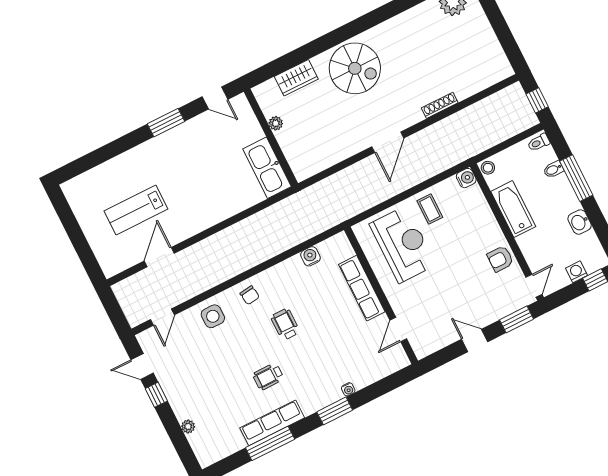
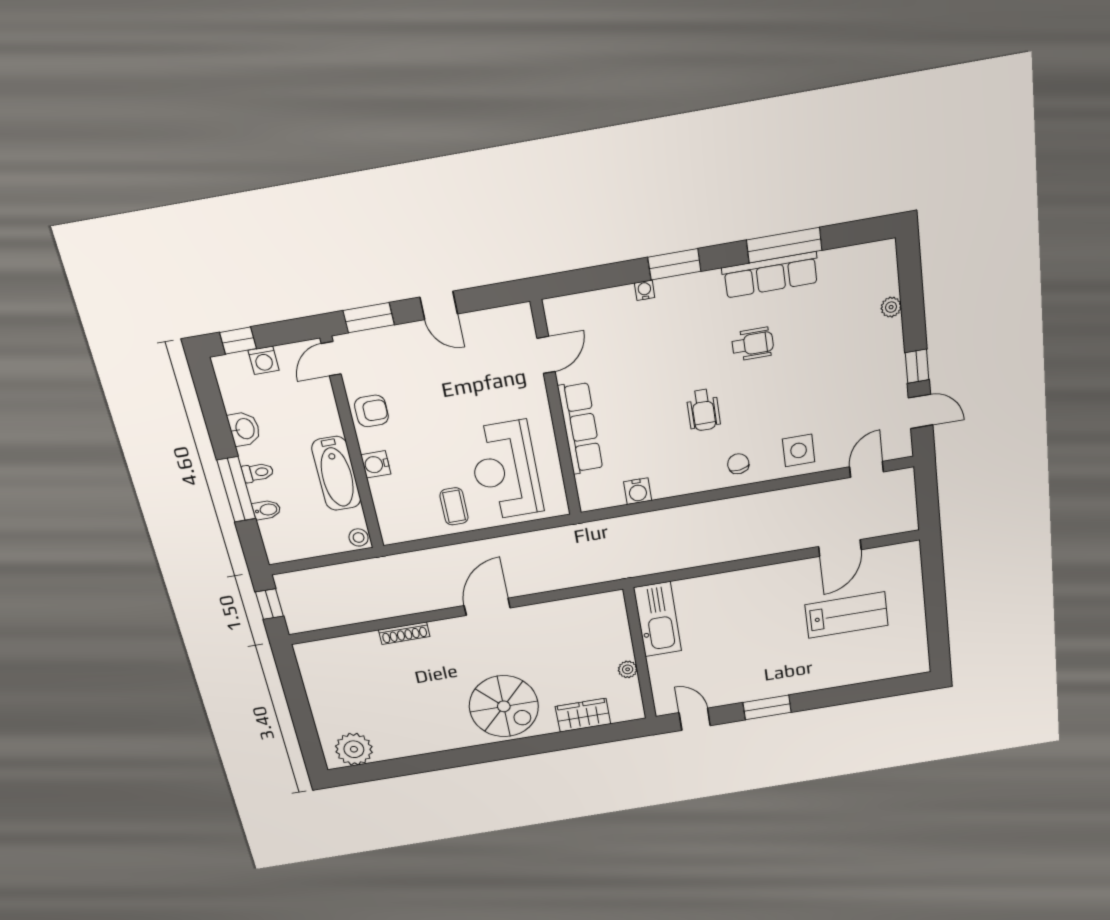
spiral stairs: (355, 68) -> (504, 706), turned 180
toilet: (539, 143) -> (258, 472), moved
water cooler: (466, 178) -> (376, 464), moved

